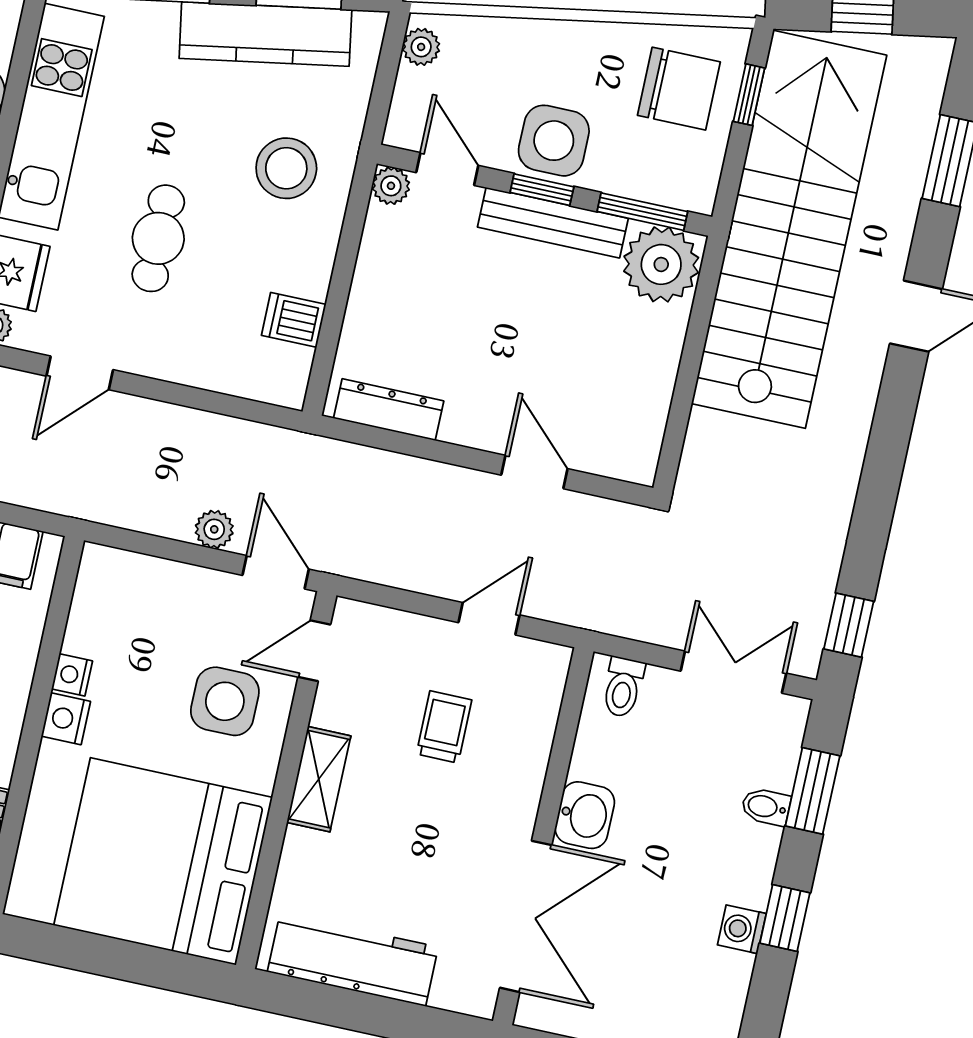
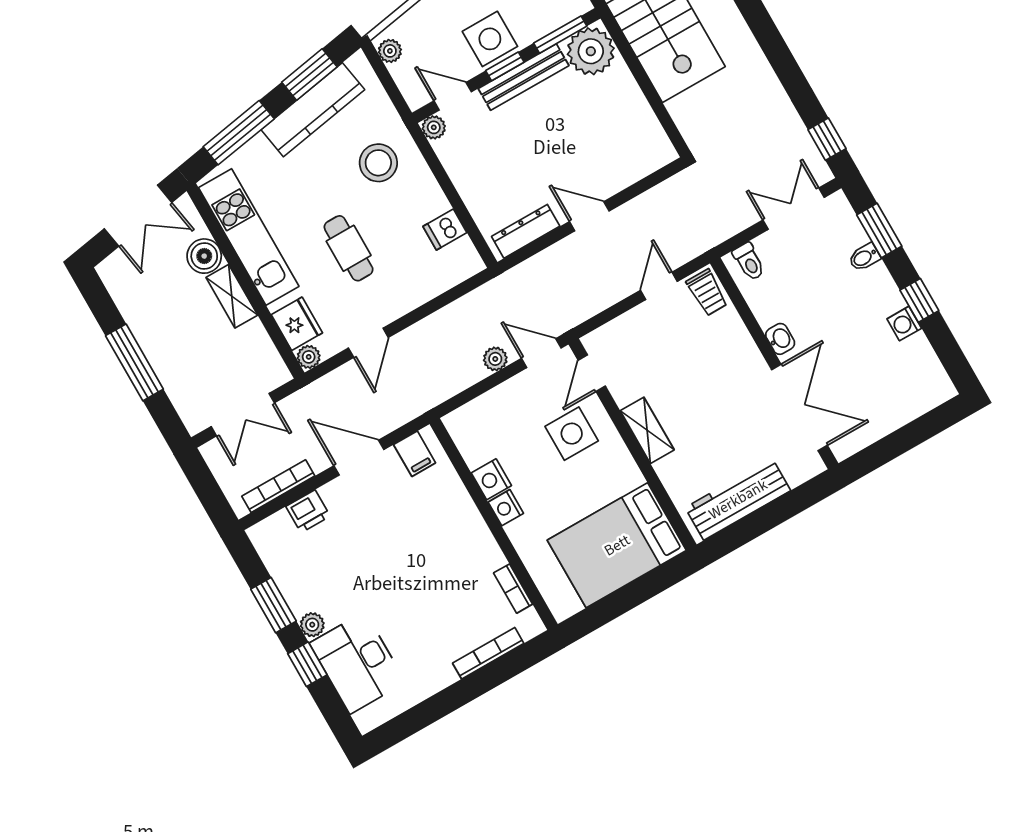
door: (534, 472) -> (589, 216), moved
nightstand: (72, 675) -> (491, 479), width x1.39, depth x1.35
trolley: (444, 727) -> (707, 293), moved, turned 180
washbasin: (585, 815) -> (780, 339), width x0.72, depth x0.69
bed: (163, 861) -> (617, 545), width x0.73

